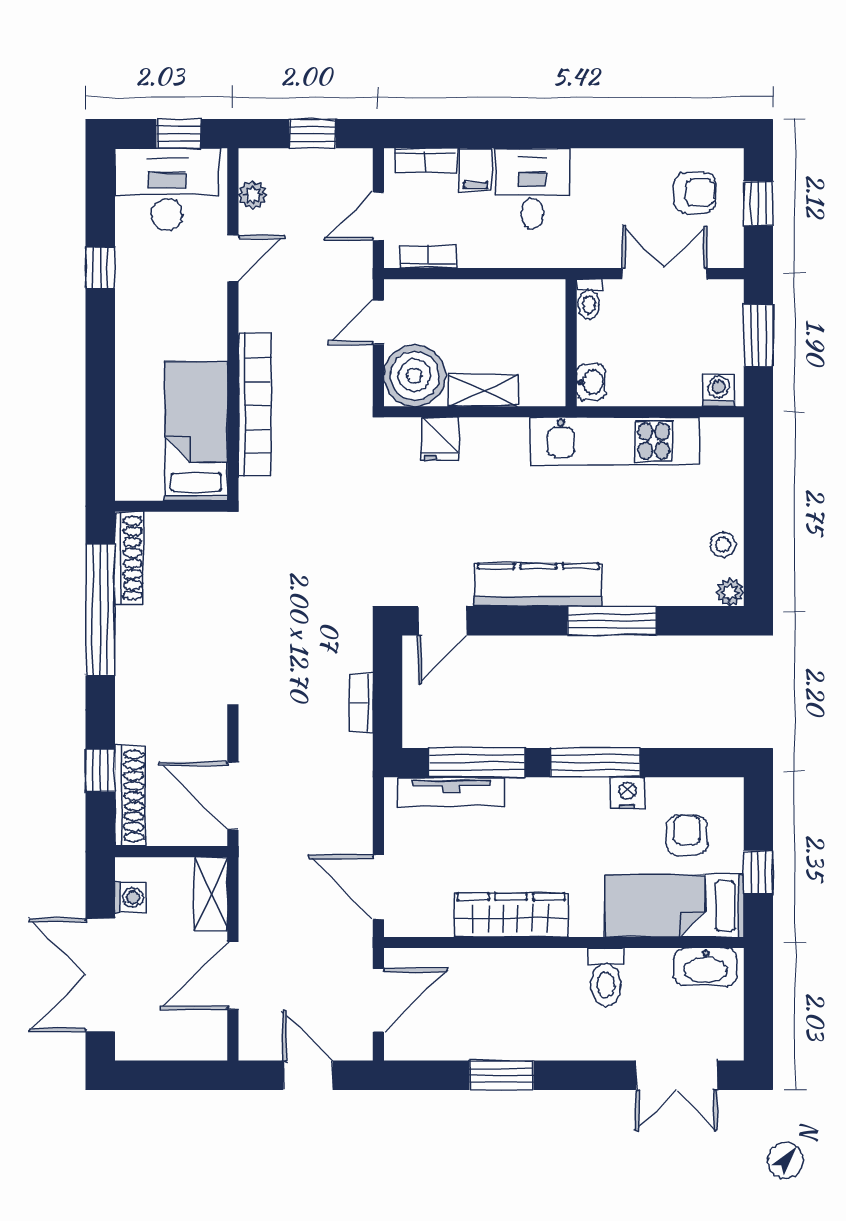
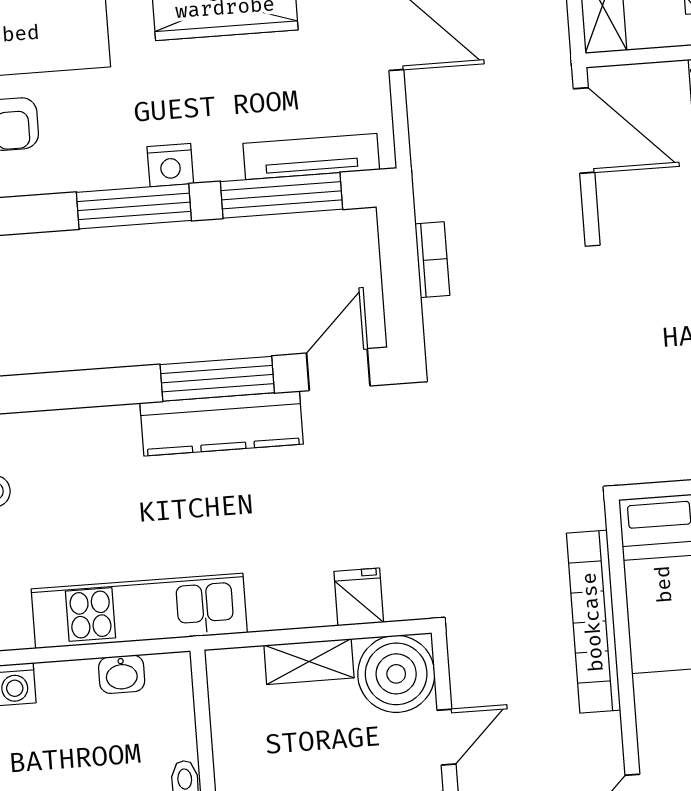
washbasin: (591, 382) -> (122, 674), moved, turned -90
window: (612, 621) -> (217, 379), moved
nightstand: (627, 793) -> (170, 165), moved

